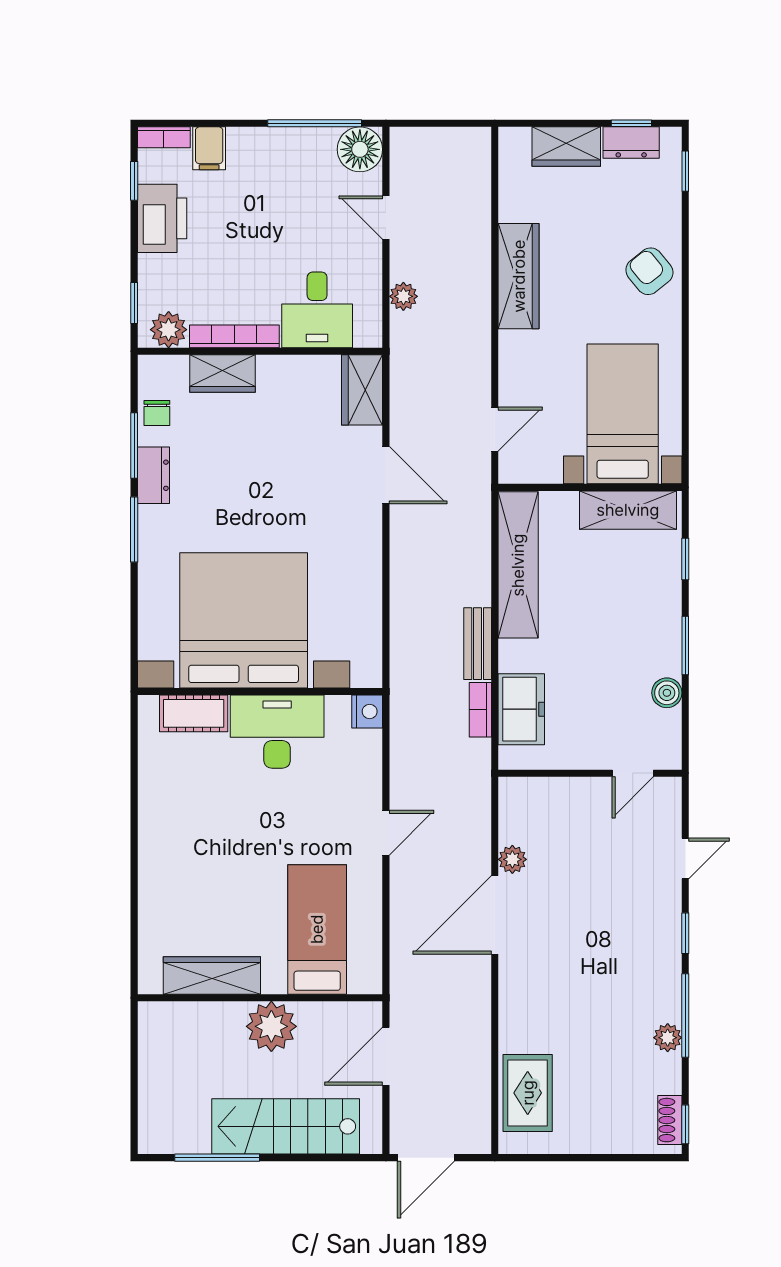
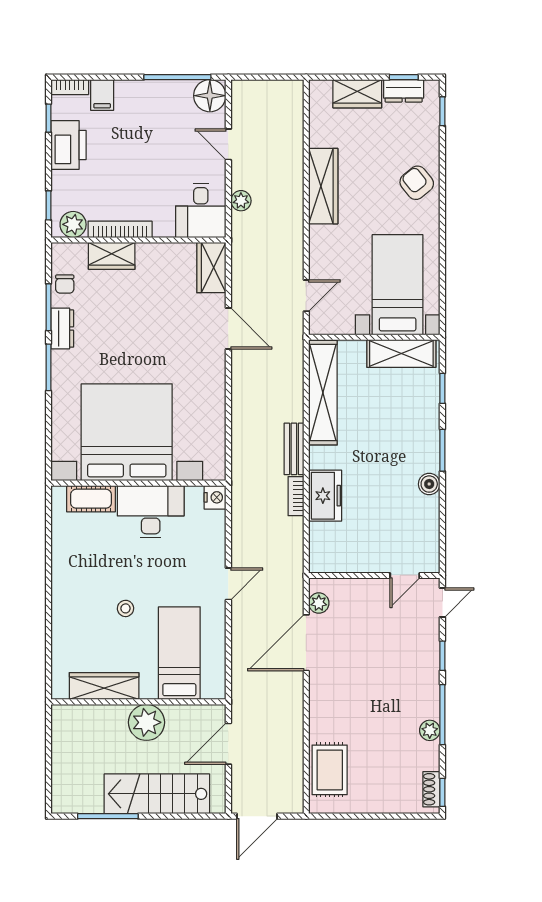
desk: (317, 310) -> (201, 210), moved
wall: (590, 773) -> (374, 575), moved
door: (633, 773) -> (405, 575), moved
stool: (242, 867) -> (125, 608), added

